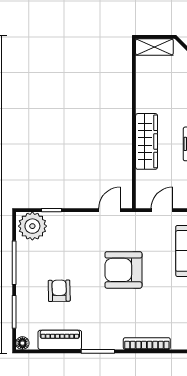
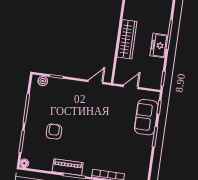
plant: (32, 226) -> (43, 81), width x0.53, depth x0.53
armchair: (123, 270) -> (99, 124), removed
piano: (60, 340) -> (68, 167), moved

